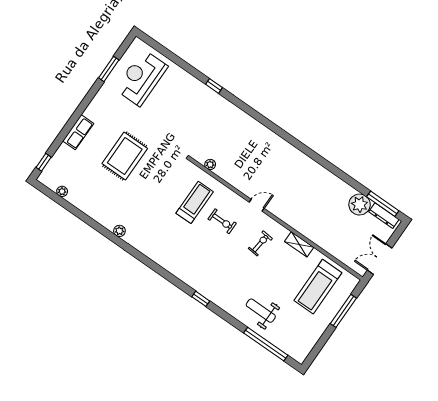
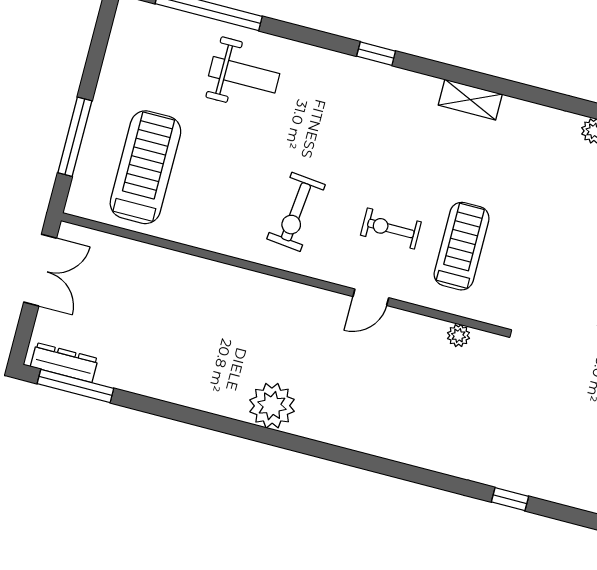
treadmill: (195, 202) -> (462, 246), turned 180
door: (257, 205) -> (371, 297), moved
plant: (360, 205) -> (272, 406), moved
exercise bike: (260, 243) -> (296, 212), width x1.38, depth x1.39
shelving: (299, 244) -> (470, 100), moved

